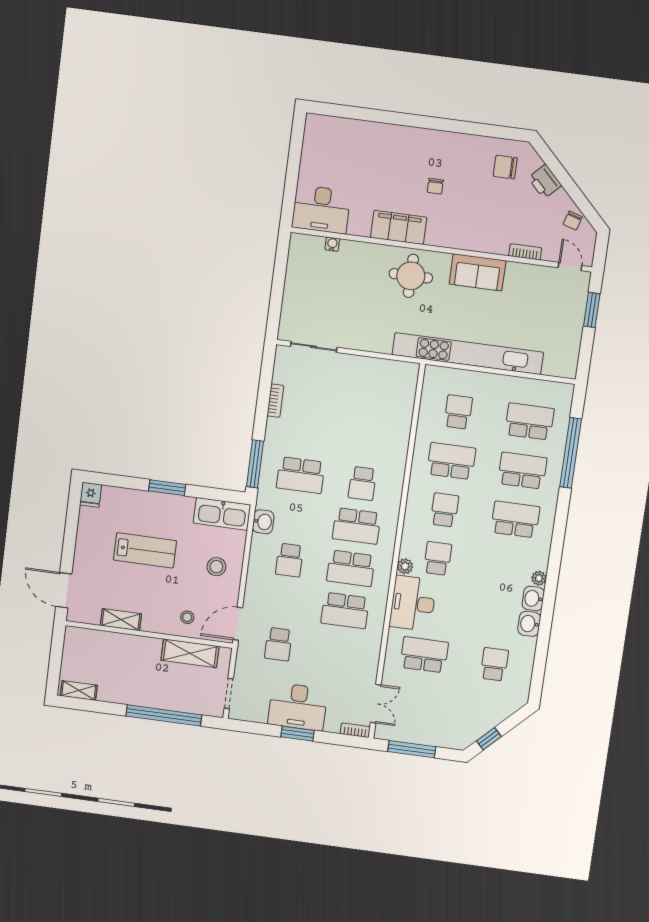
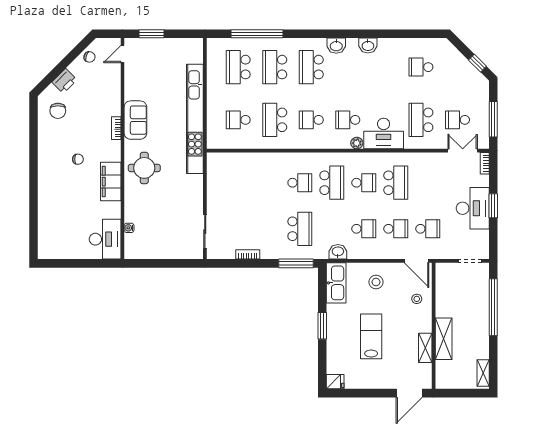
bookcase: (525, 252) -> (116, 128), moved
school desk: (351, 568) -> (364, 183), width x0.54
plant: (539, 578) -> (352, 43), removed
school desk: (284, 602) -> (396, 229), added
washbasin: (529, 624) -> (336, 46), moved
shelving: (190, 653) -> (444, 339), moved
school desk: (417, 703) -> (457, 120), added

